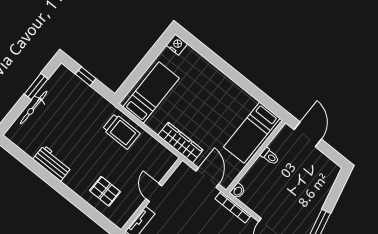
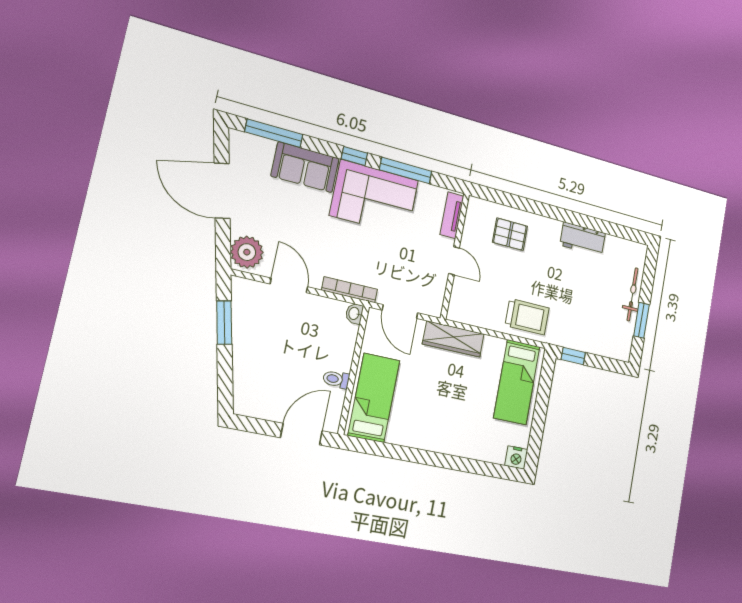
window: (86, 76) -> (573, 356), moved
trolley: (121, 131) -> (527, 317), turned 180
door: (308, 134) -> (301, 434), swing flipped

